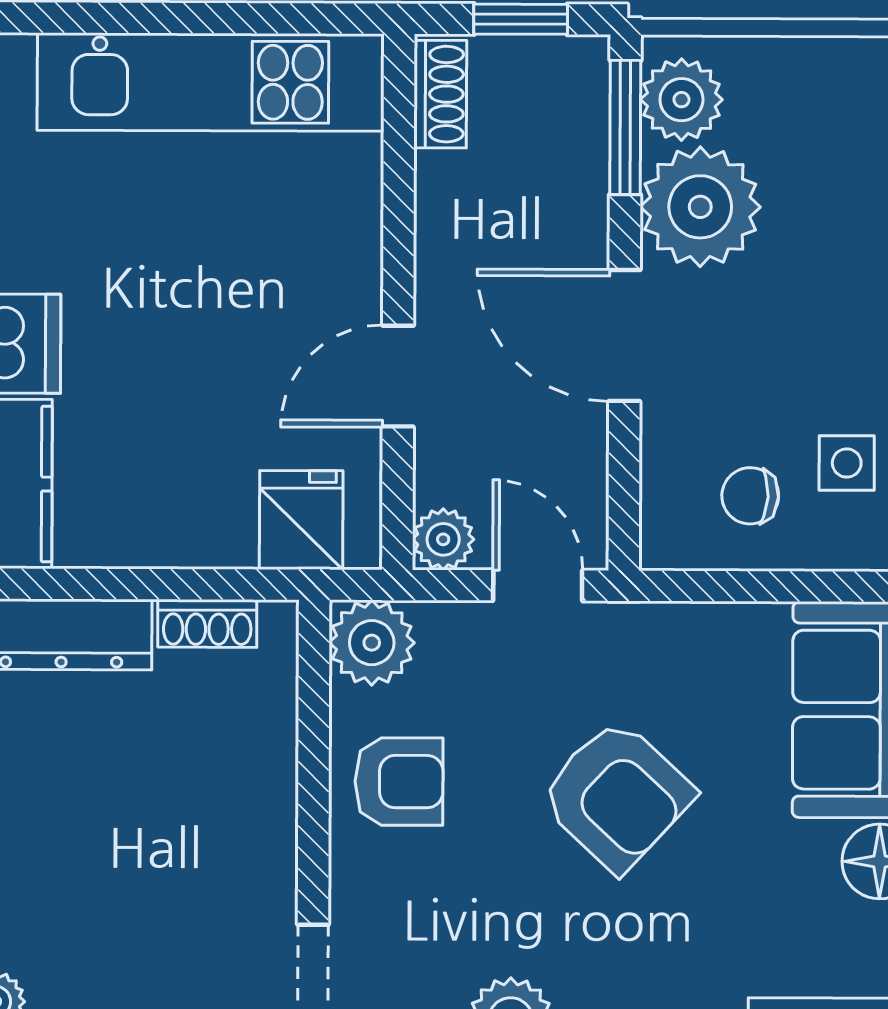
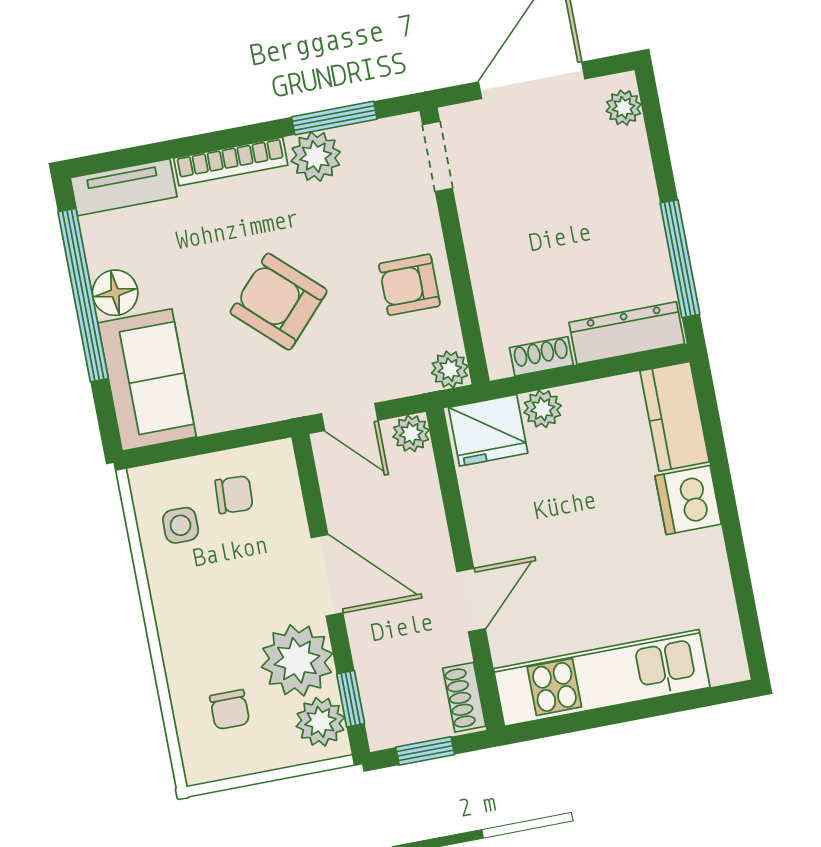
window: (625, 127) -> (351, 699), width x0.67
chair: (825, 148) -> (230, 710), added
door: (398, 376) -> (471, 600), moved
fridge: (301, 520) -> (488, 430), width x1.38
plant: (222, 538) -> (543, 409), added
plant: (372, 643) -> (450, 370), width x0.73, depth x0.73

